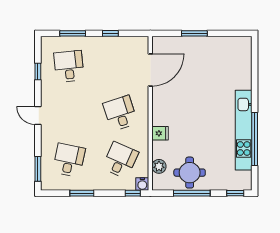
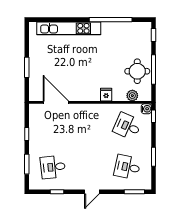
desk: (120, 113) -> (90, 126), removed
kitchen unit: (244, 130) -> (69, 28), moved

